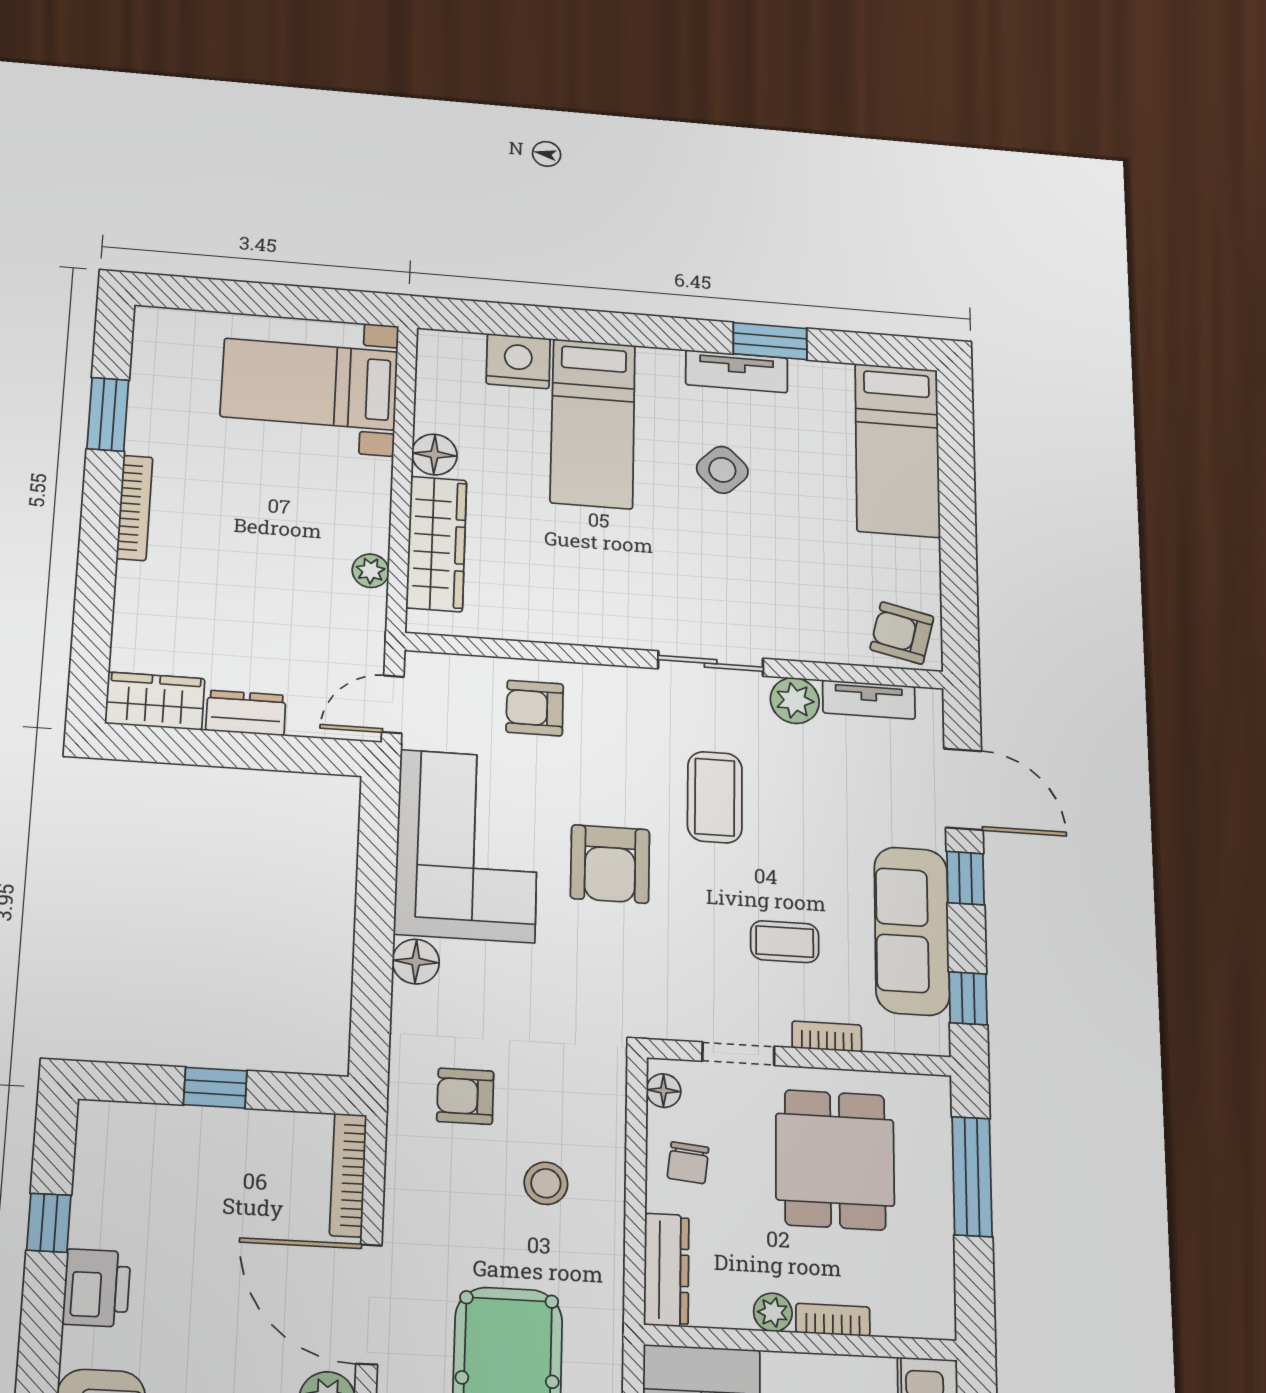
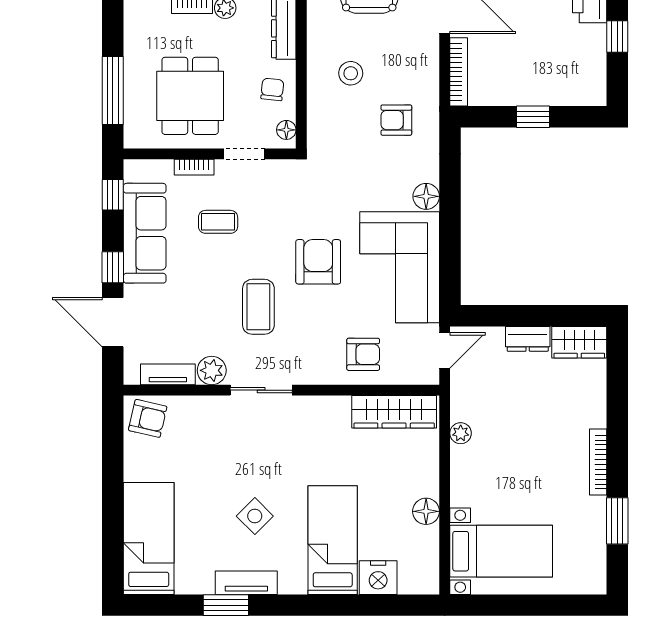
wardrobe: (436, 544) -> (394, 412), moved, turned -90
armchair: (465, 1096) -> (396, 120), turned 180

